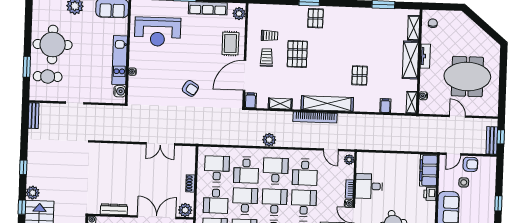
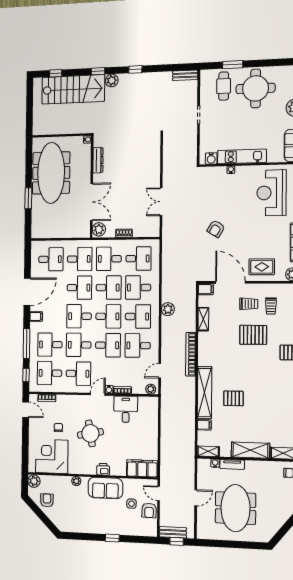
tv unit: (425, 56) -> (232, 464), moved
shelving: (327, 103) -> (205, 393), moved
printer: (430, 194) -> (103, 469), moved

